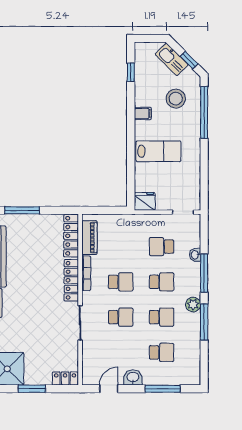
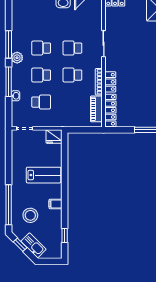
lab bench: (158, 151) -> (44, 175), turned 180
locker: (71, 280) -> (110, 82), width x0.66
school desk: (162, 352) -> (41, 21), removed

